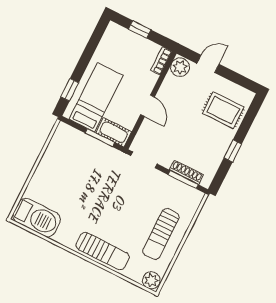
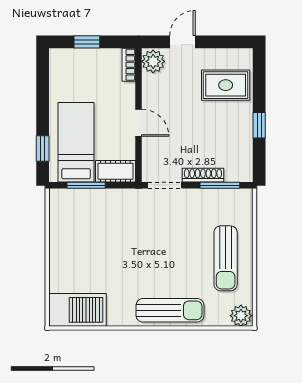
window: (100, 138) -> (86, 185), moved
shoe rack: (187, 172) -> (203, 175), moved

